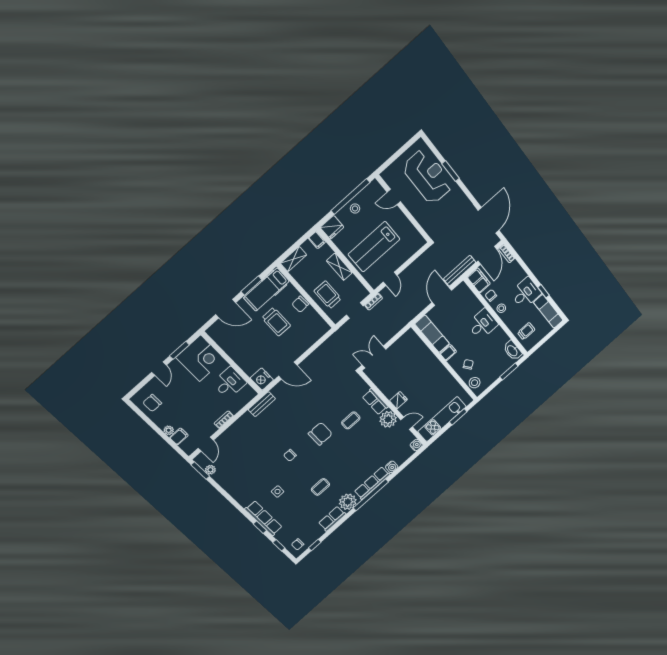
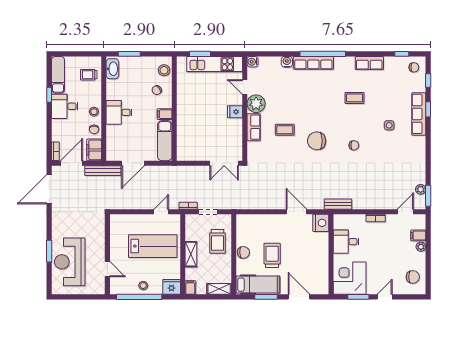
plant: (348, 502) -> (345, 65), removed

